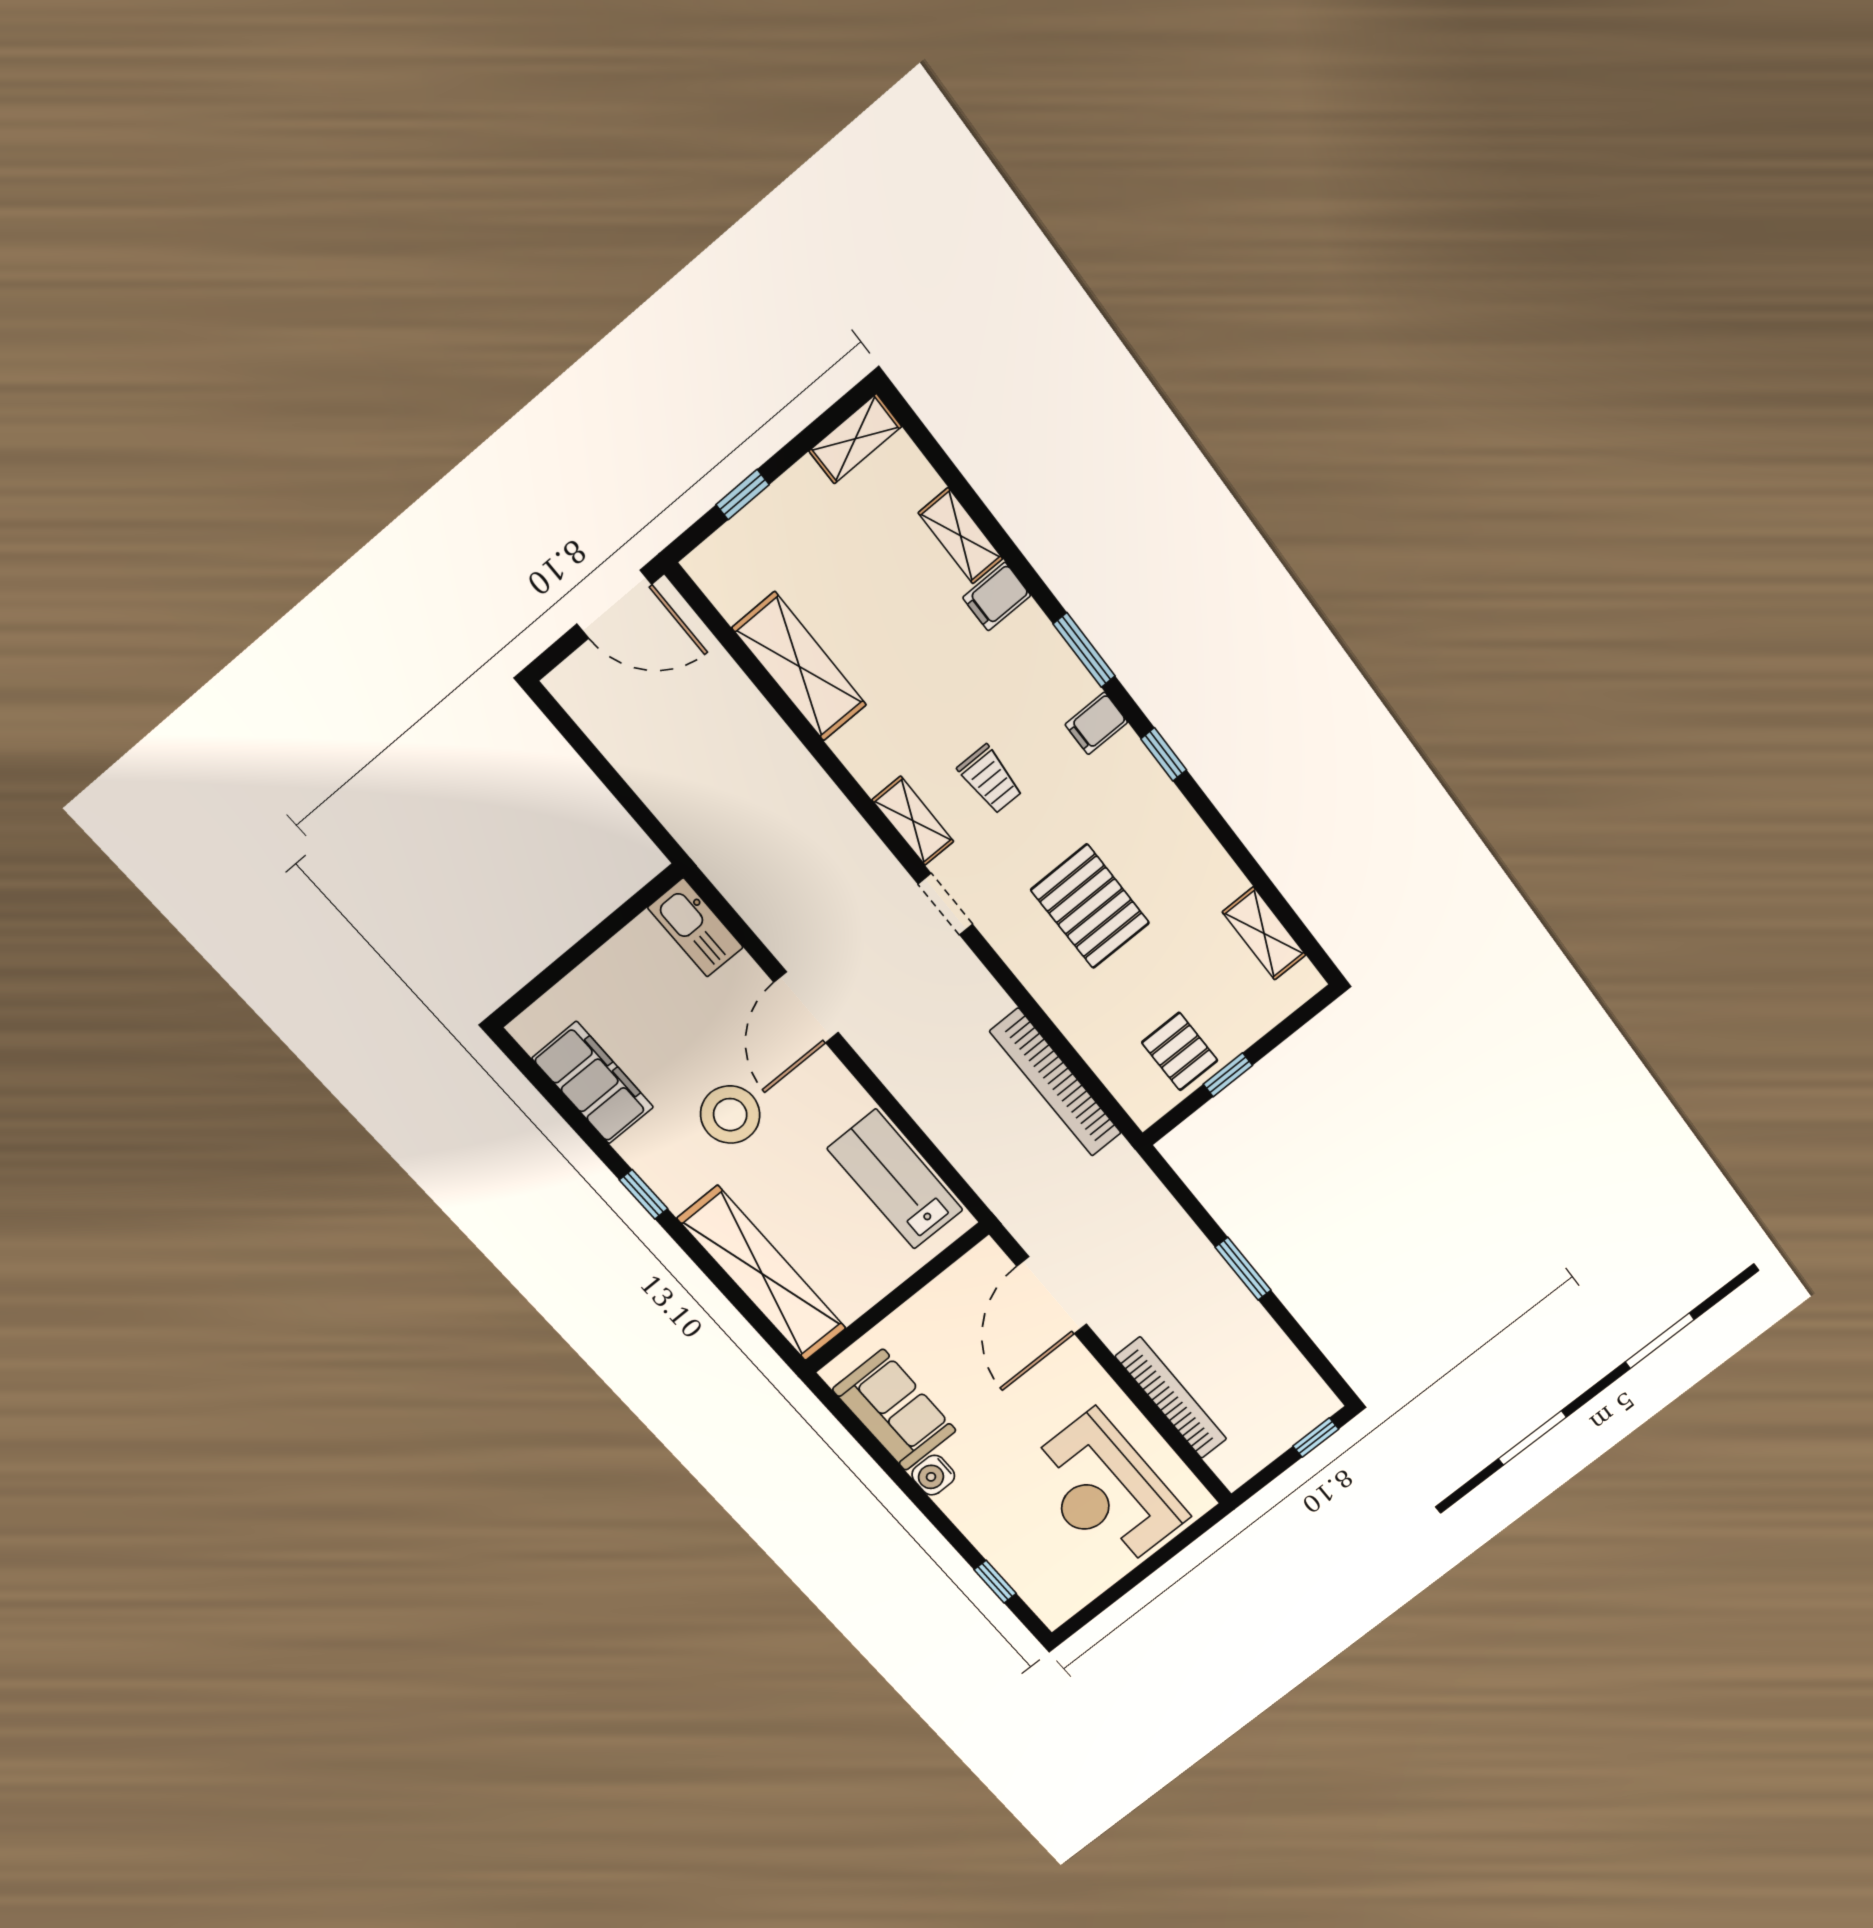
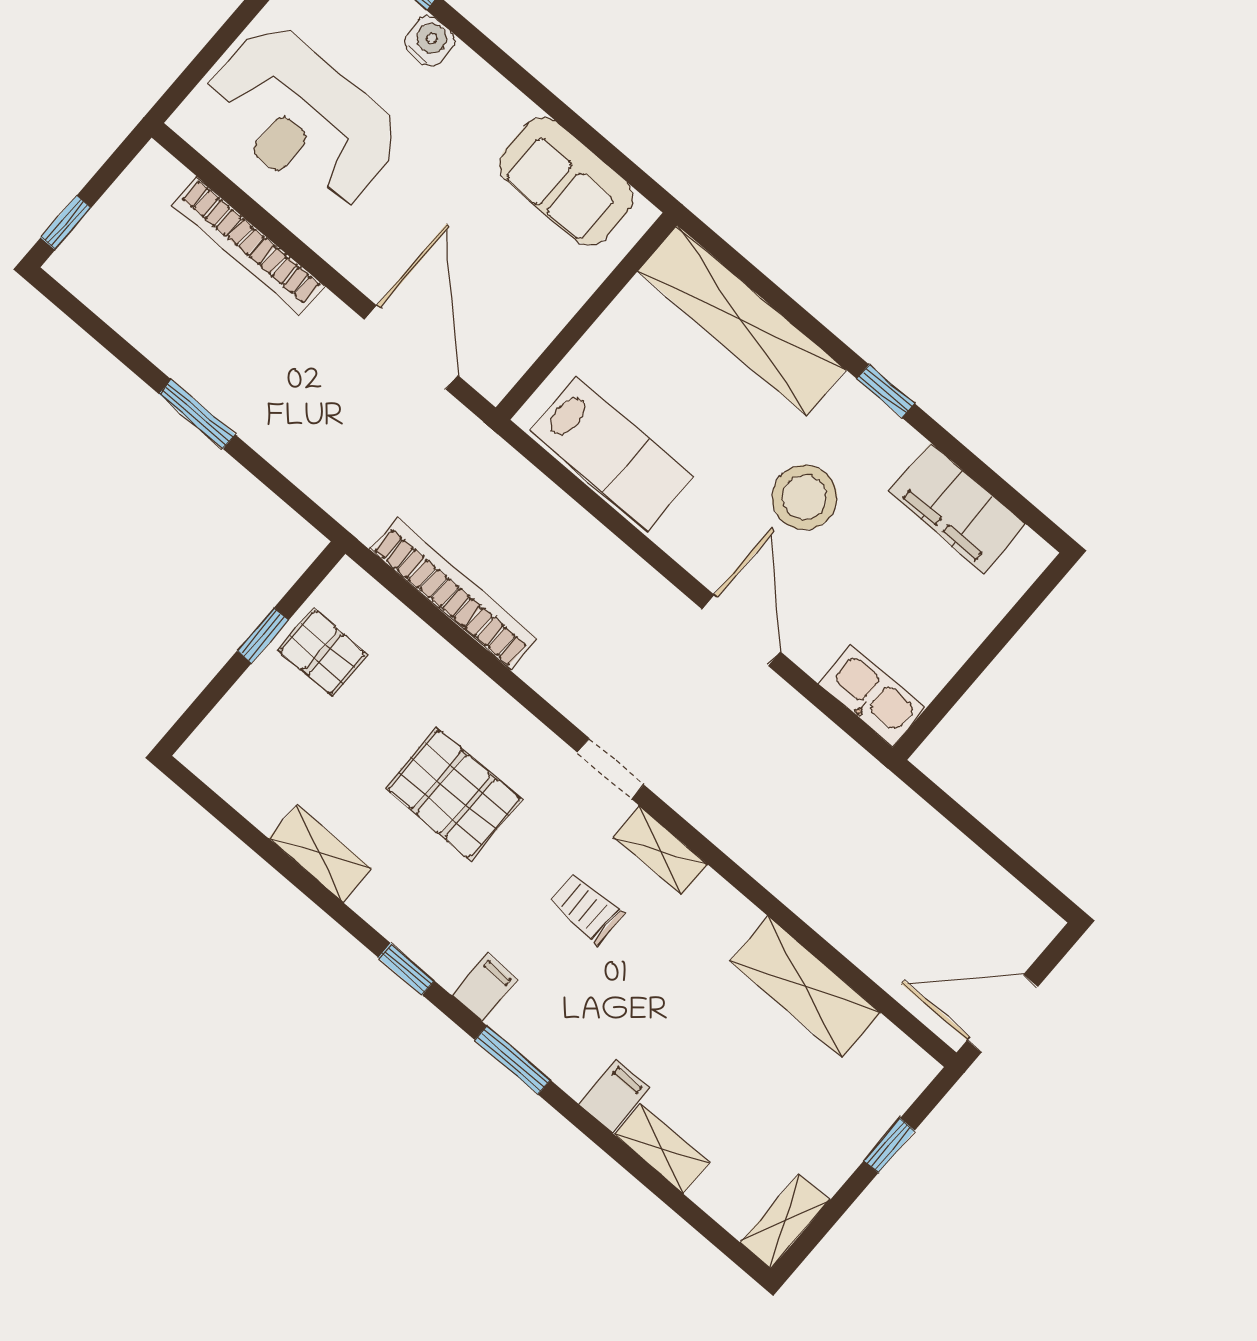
shelving: (1264, 934) -> (320, 853), moved
water cooler: (933, 1475) -> (429, 41), moved
reception desk: (1105, 1491) -> (302, 118), turned 180

